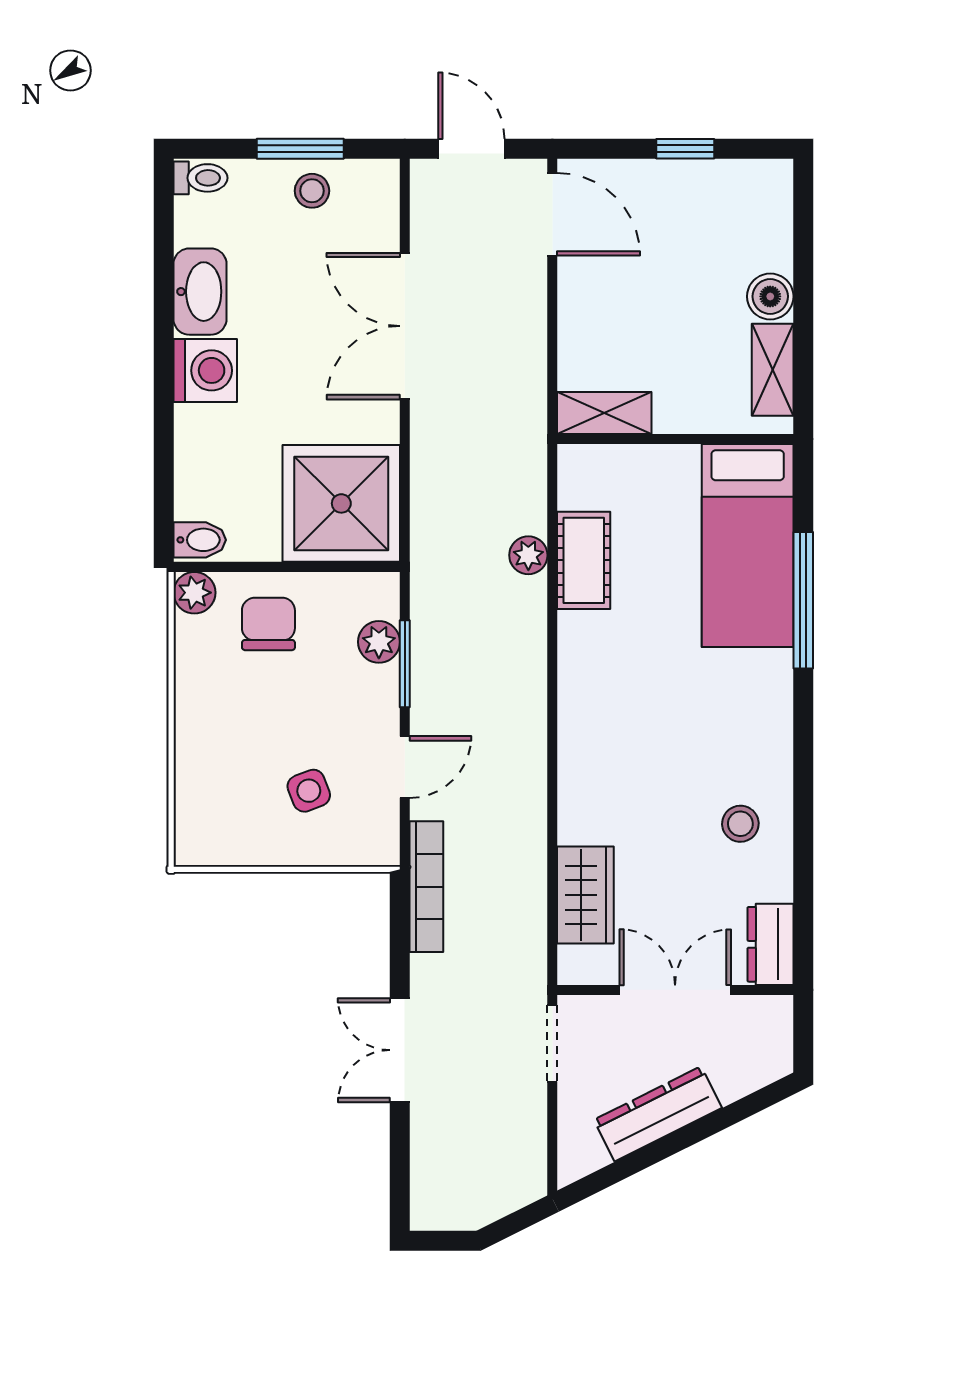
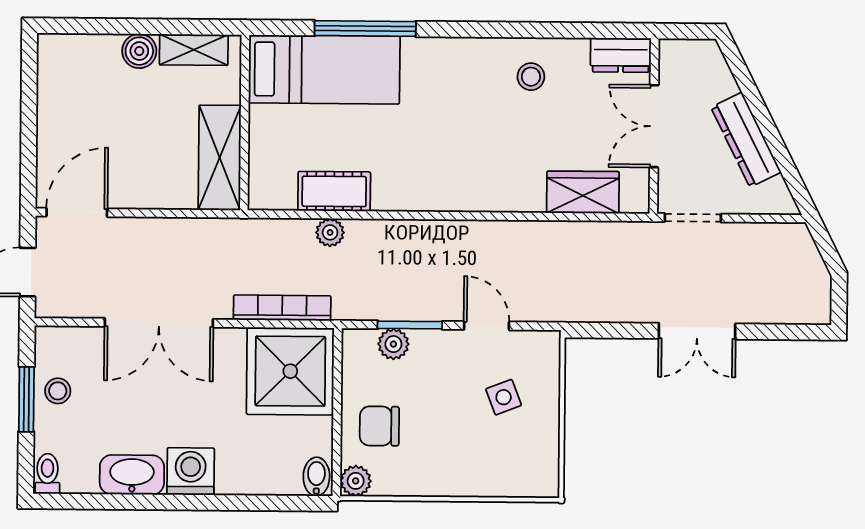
window: (685, 149) -> (29, 113), removed
shelving: (604, 413) -> (220, 158), width x1.50, depth x1.33
bookcase: (426, 887) -> (282, 308), moved

